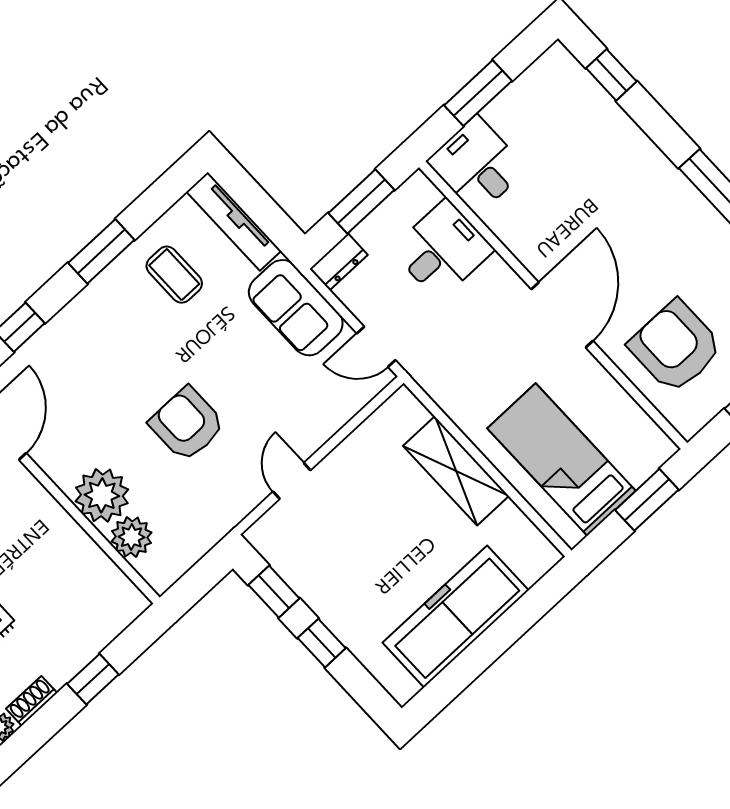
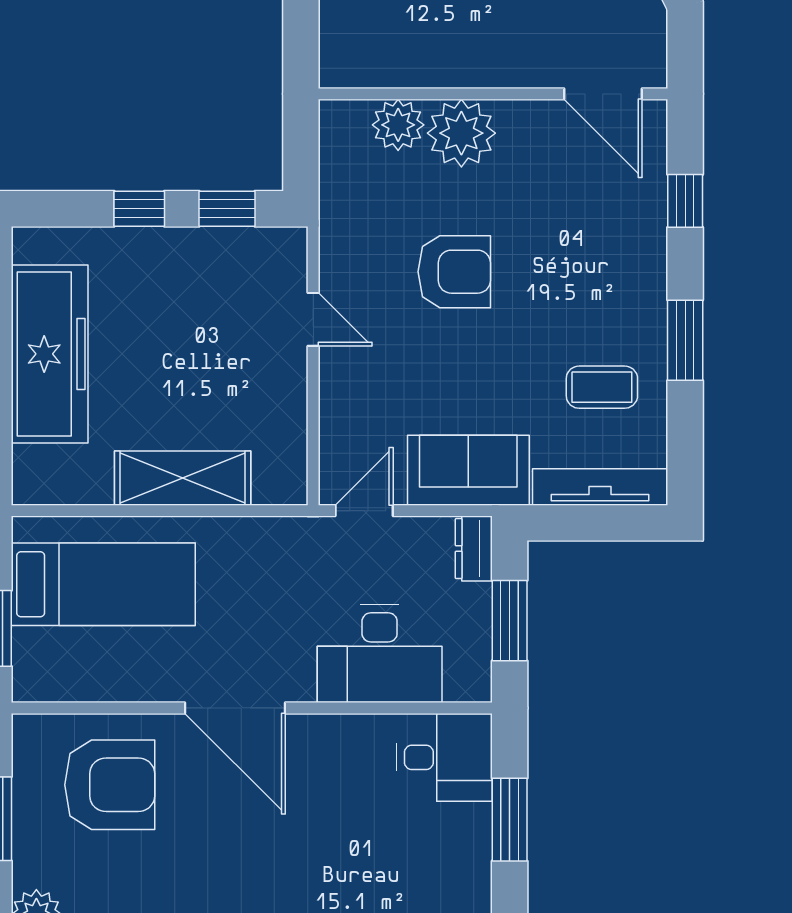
desk: (442, 250) -> (380, 654), width x1.37

